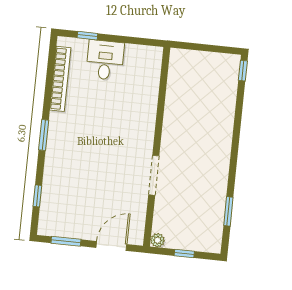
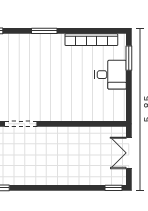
window: (87, 36) -> (129, 58), width x1.50
double door: (202, 47) -> (129, 153), added

